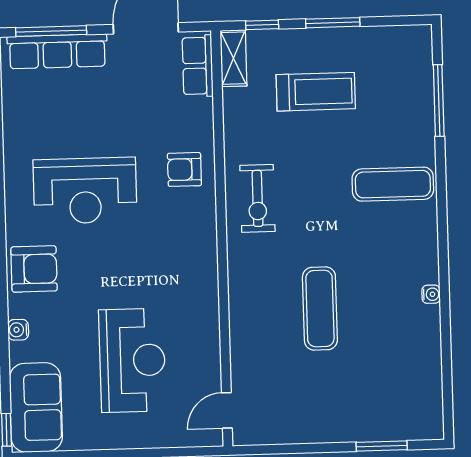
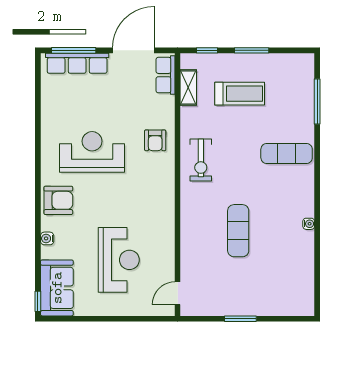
shelving: (233, 58) -> (188, 87), moved
armchair: (184, 169) -> (155, 140), turned -90
reception desk: (85, 191) -> (92, 152), turned 180
window: (382, 446) -> (240, 319), moved

